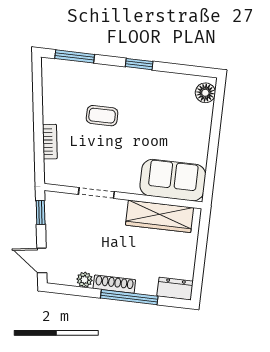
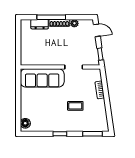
sofa: (173, 180) -> (42, 78), width x1.36
wardrobe: (160, 216) -> (41, 59), removed
dresser: (175, 289) -> (40, 24), moved

